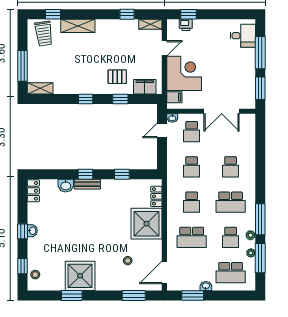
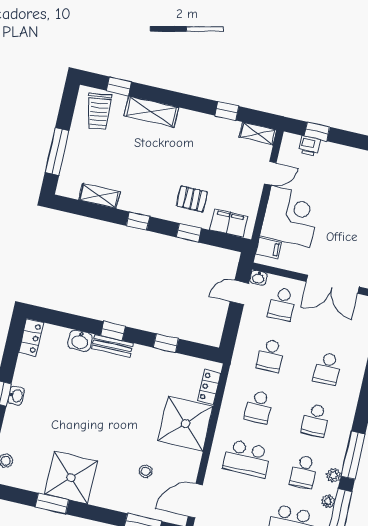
shelving: (40, 88) -> (99, 196), moved
school desk: (231, 202) -> (315, 420), width x0.54

